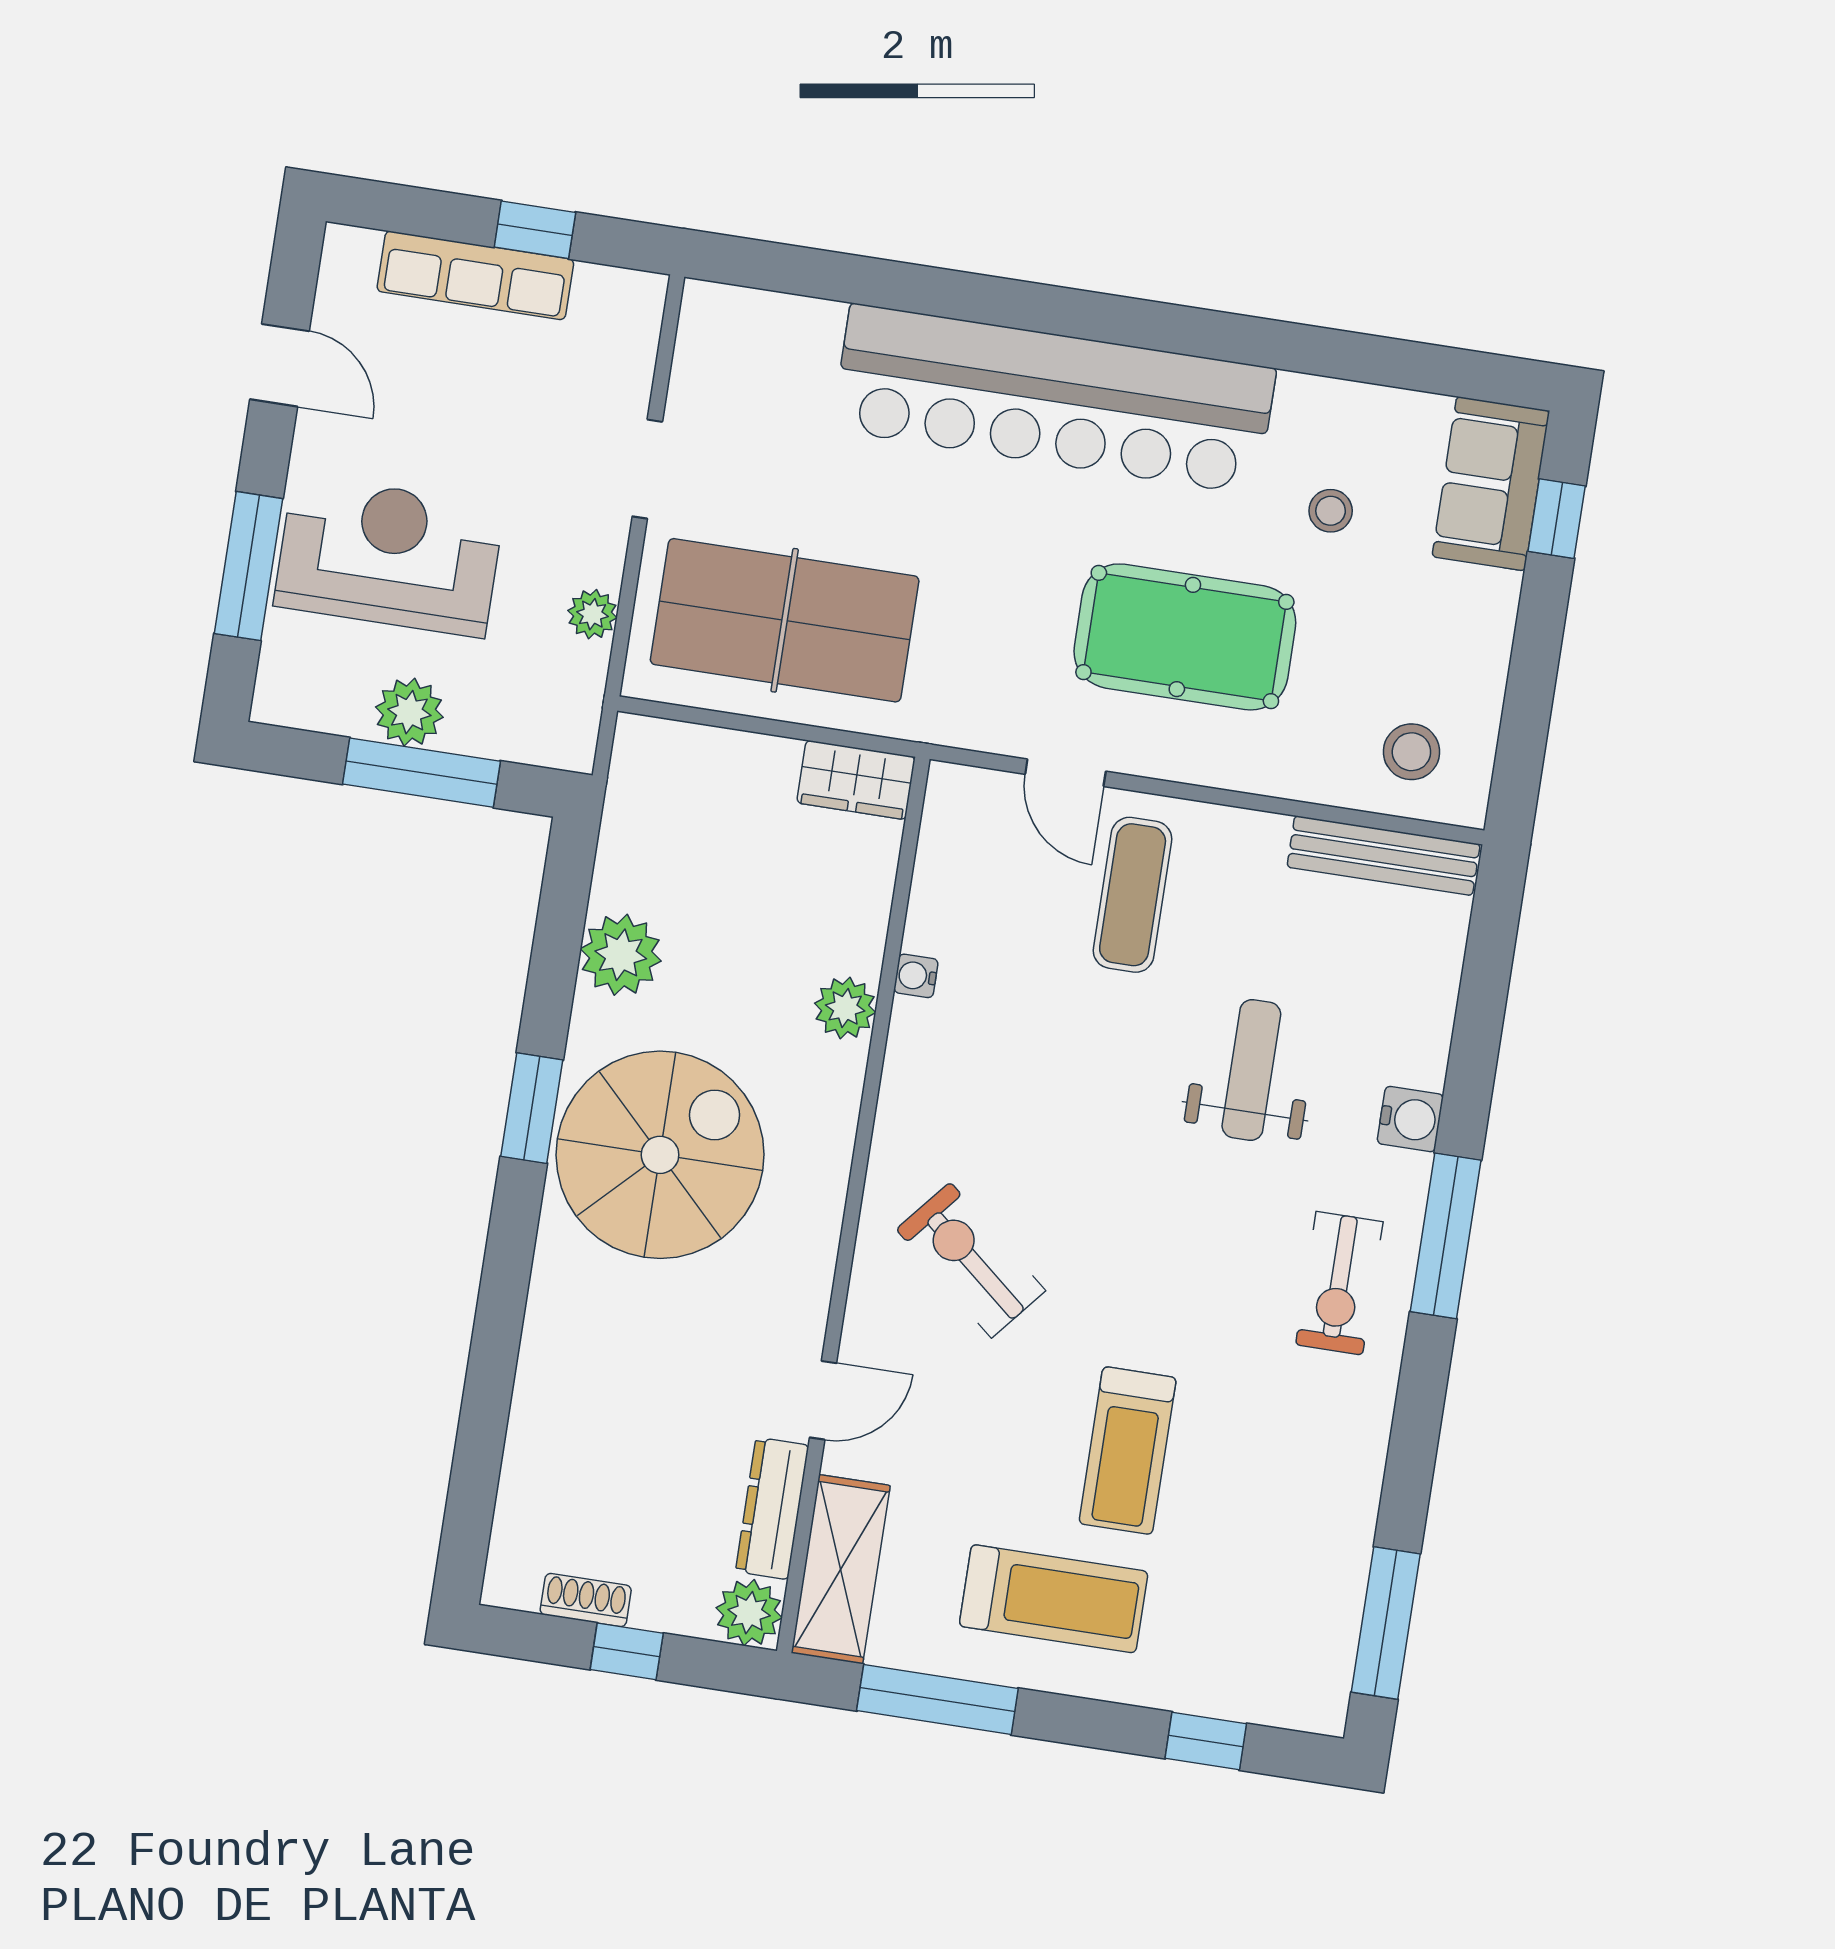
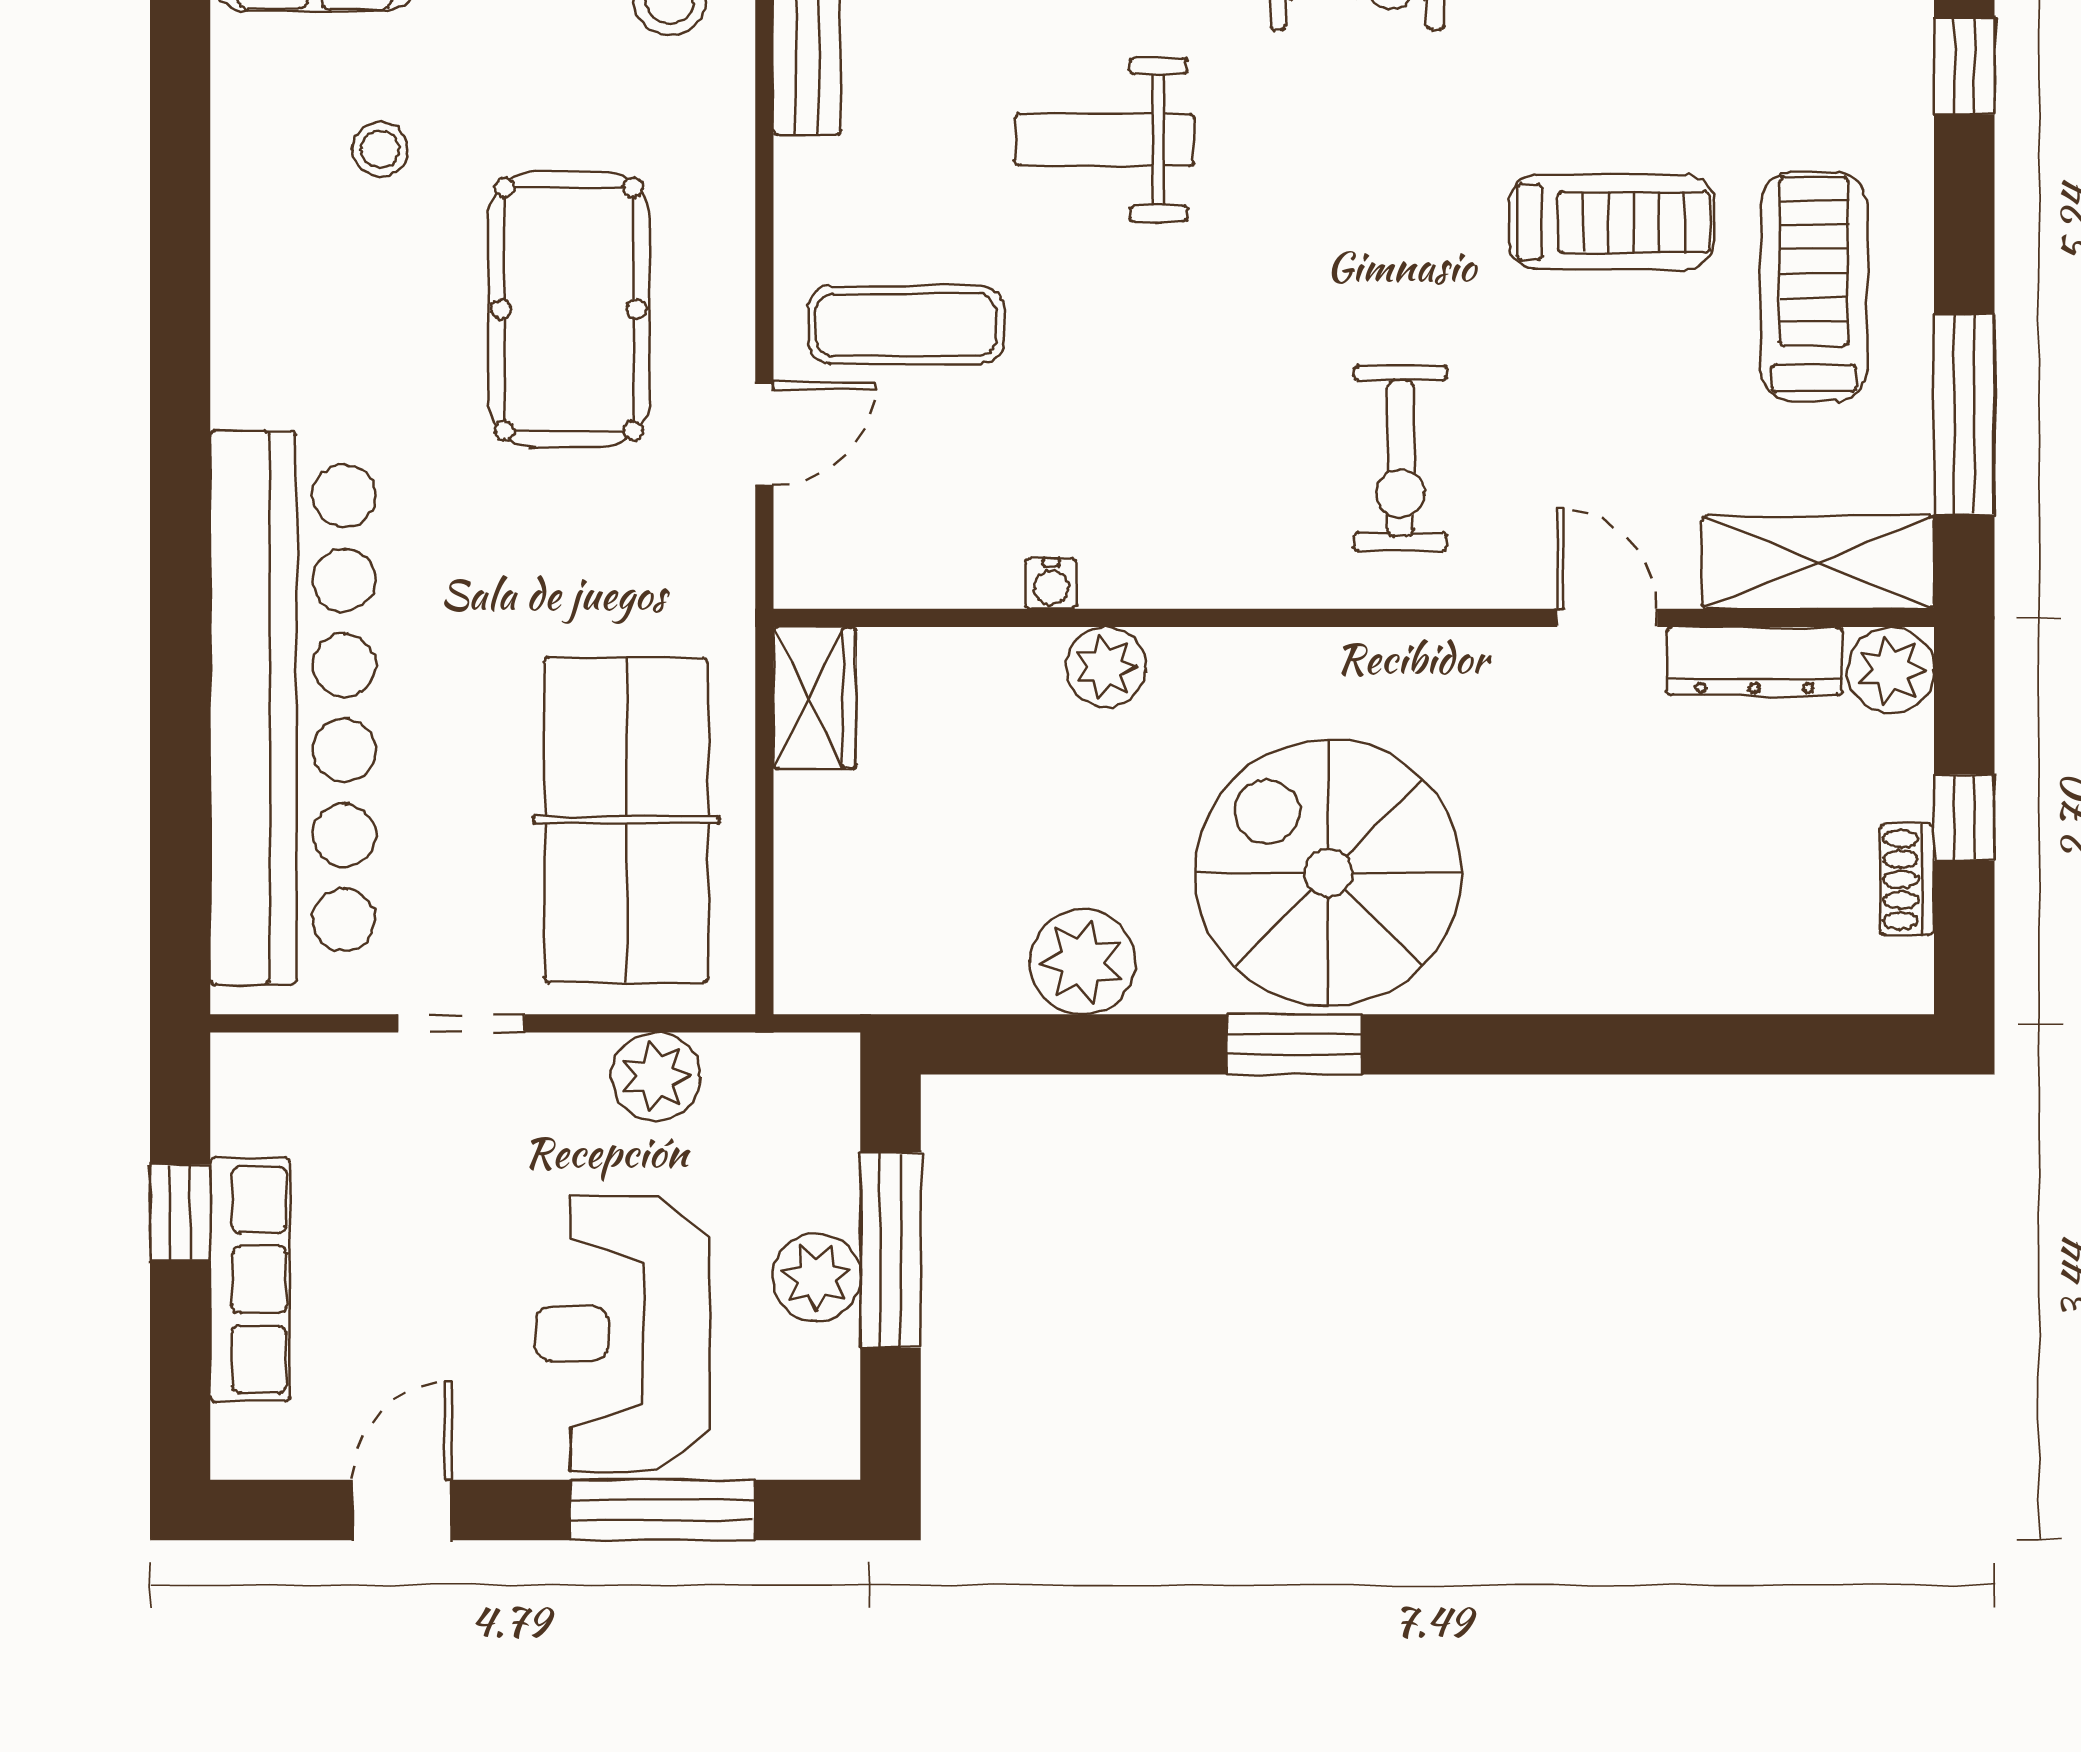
bar counter: (1054, 399) -> (293, 708), moved
plant: (592, 614) -> (656, 1077), width x1.38, depth x1.38
exercise bike: (971, 1260) -> (1401, 458), turned -40

